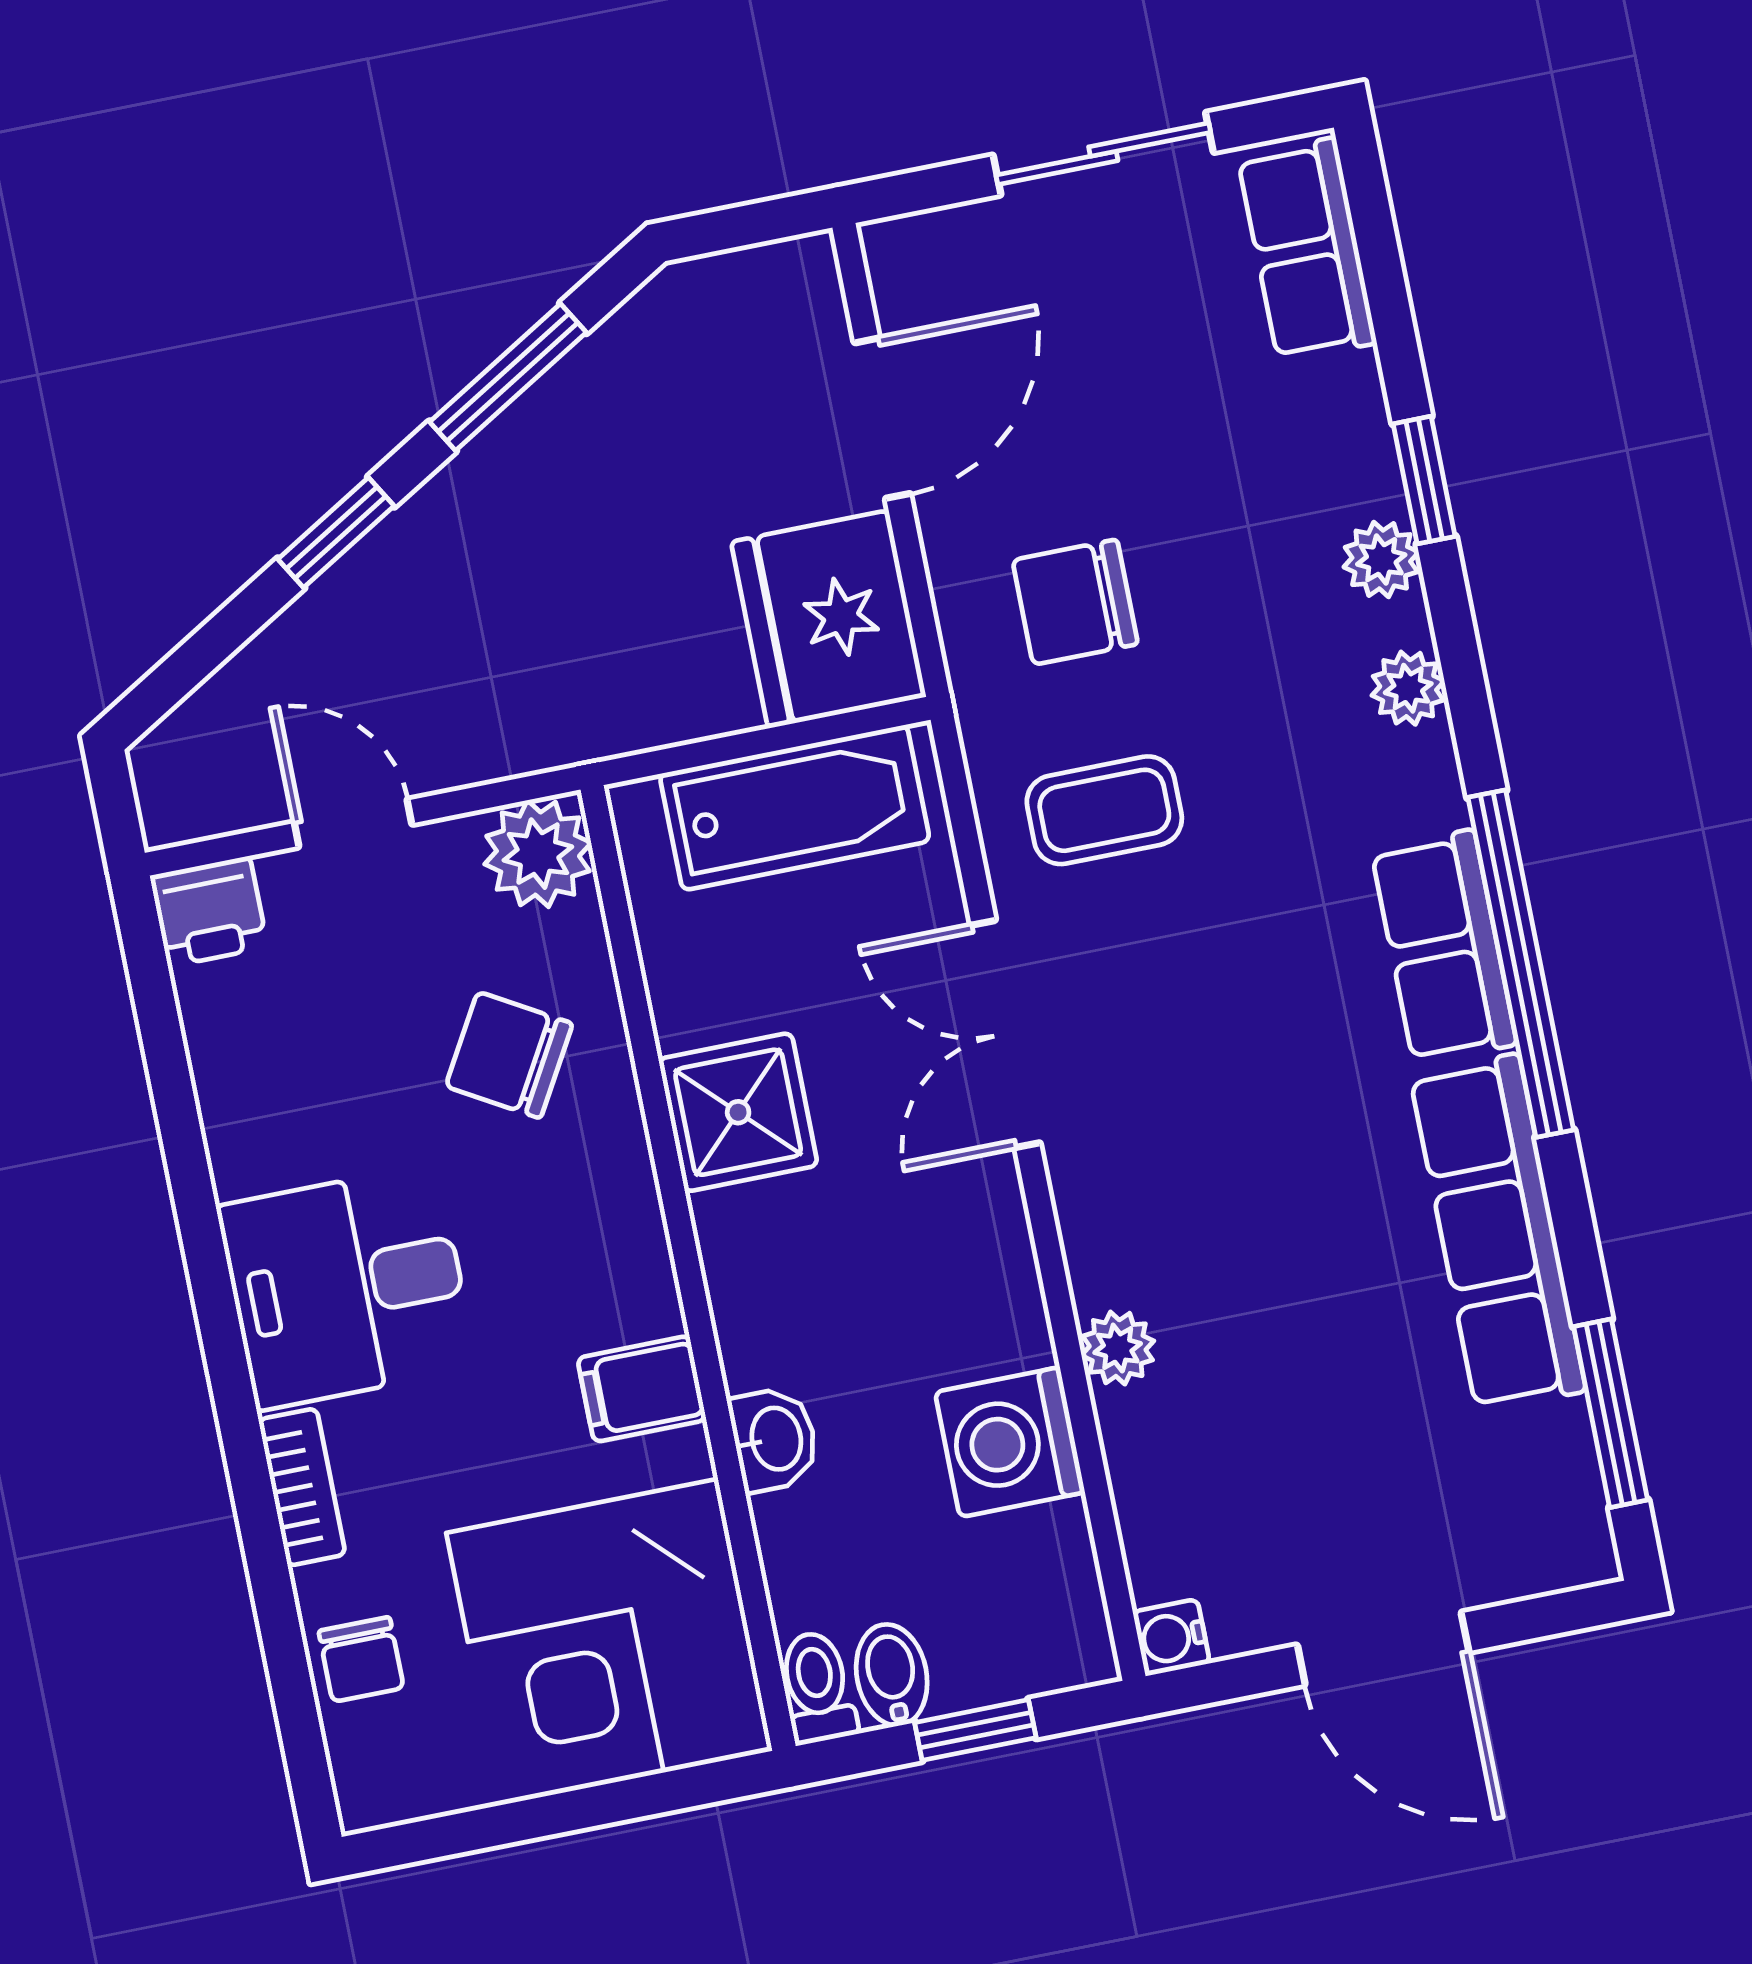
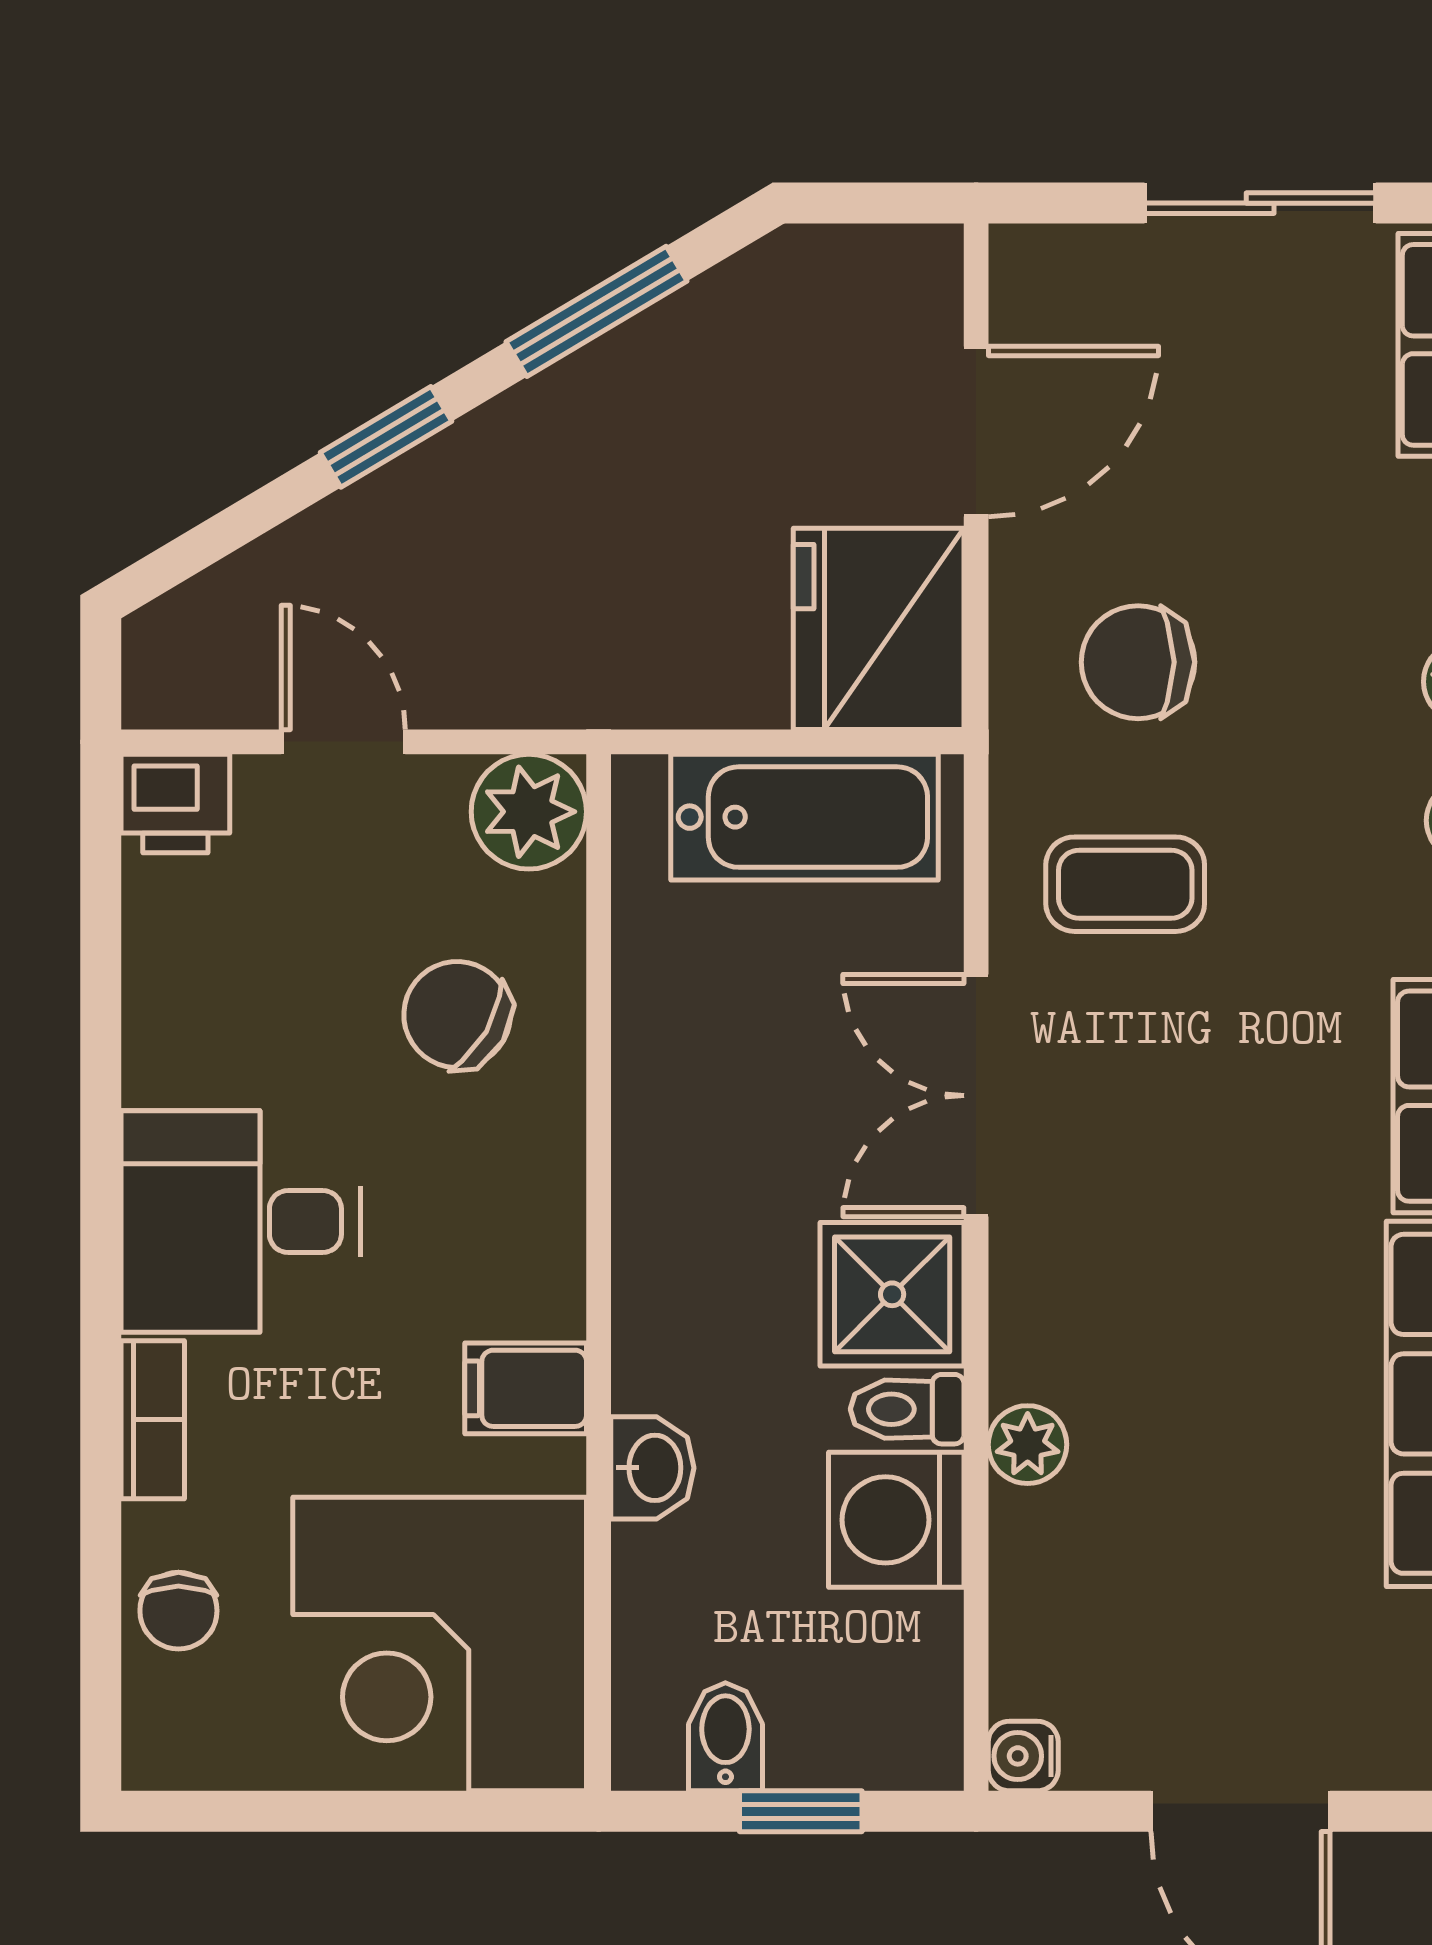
shower: (738, 1112) -> (892, 1294), moved
toilet: (817, 1687) -> (907, 1409), moved, turned -90

